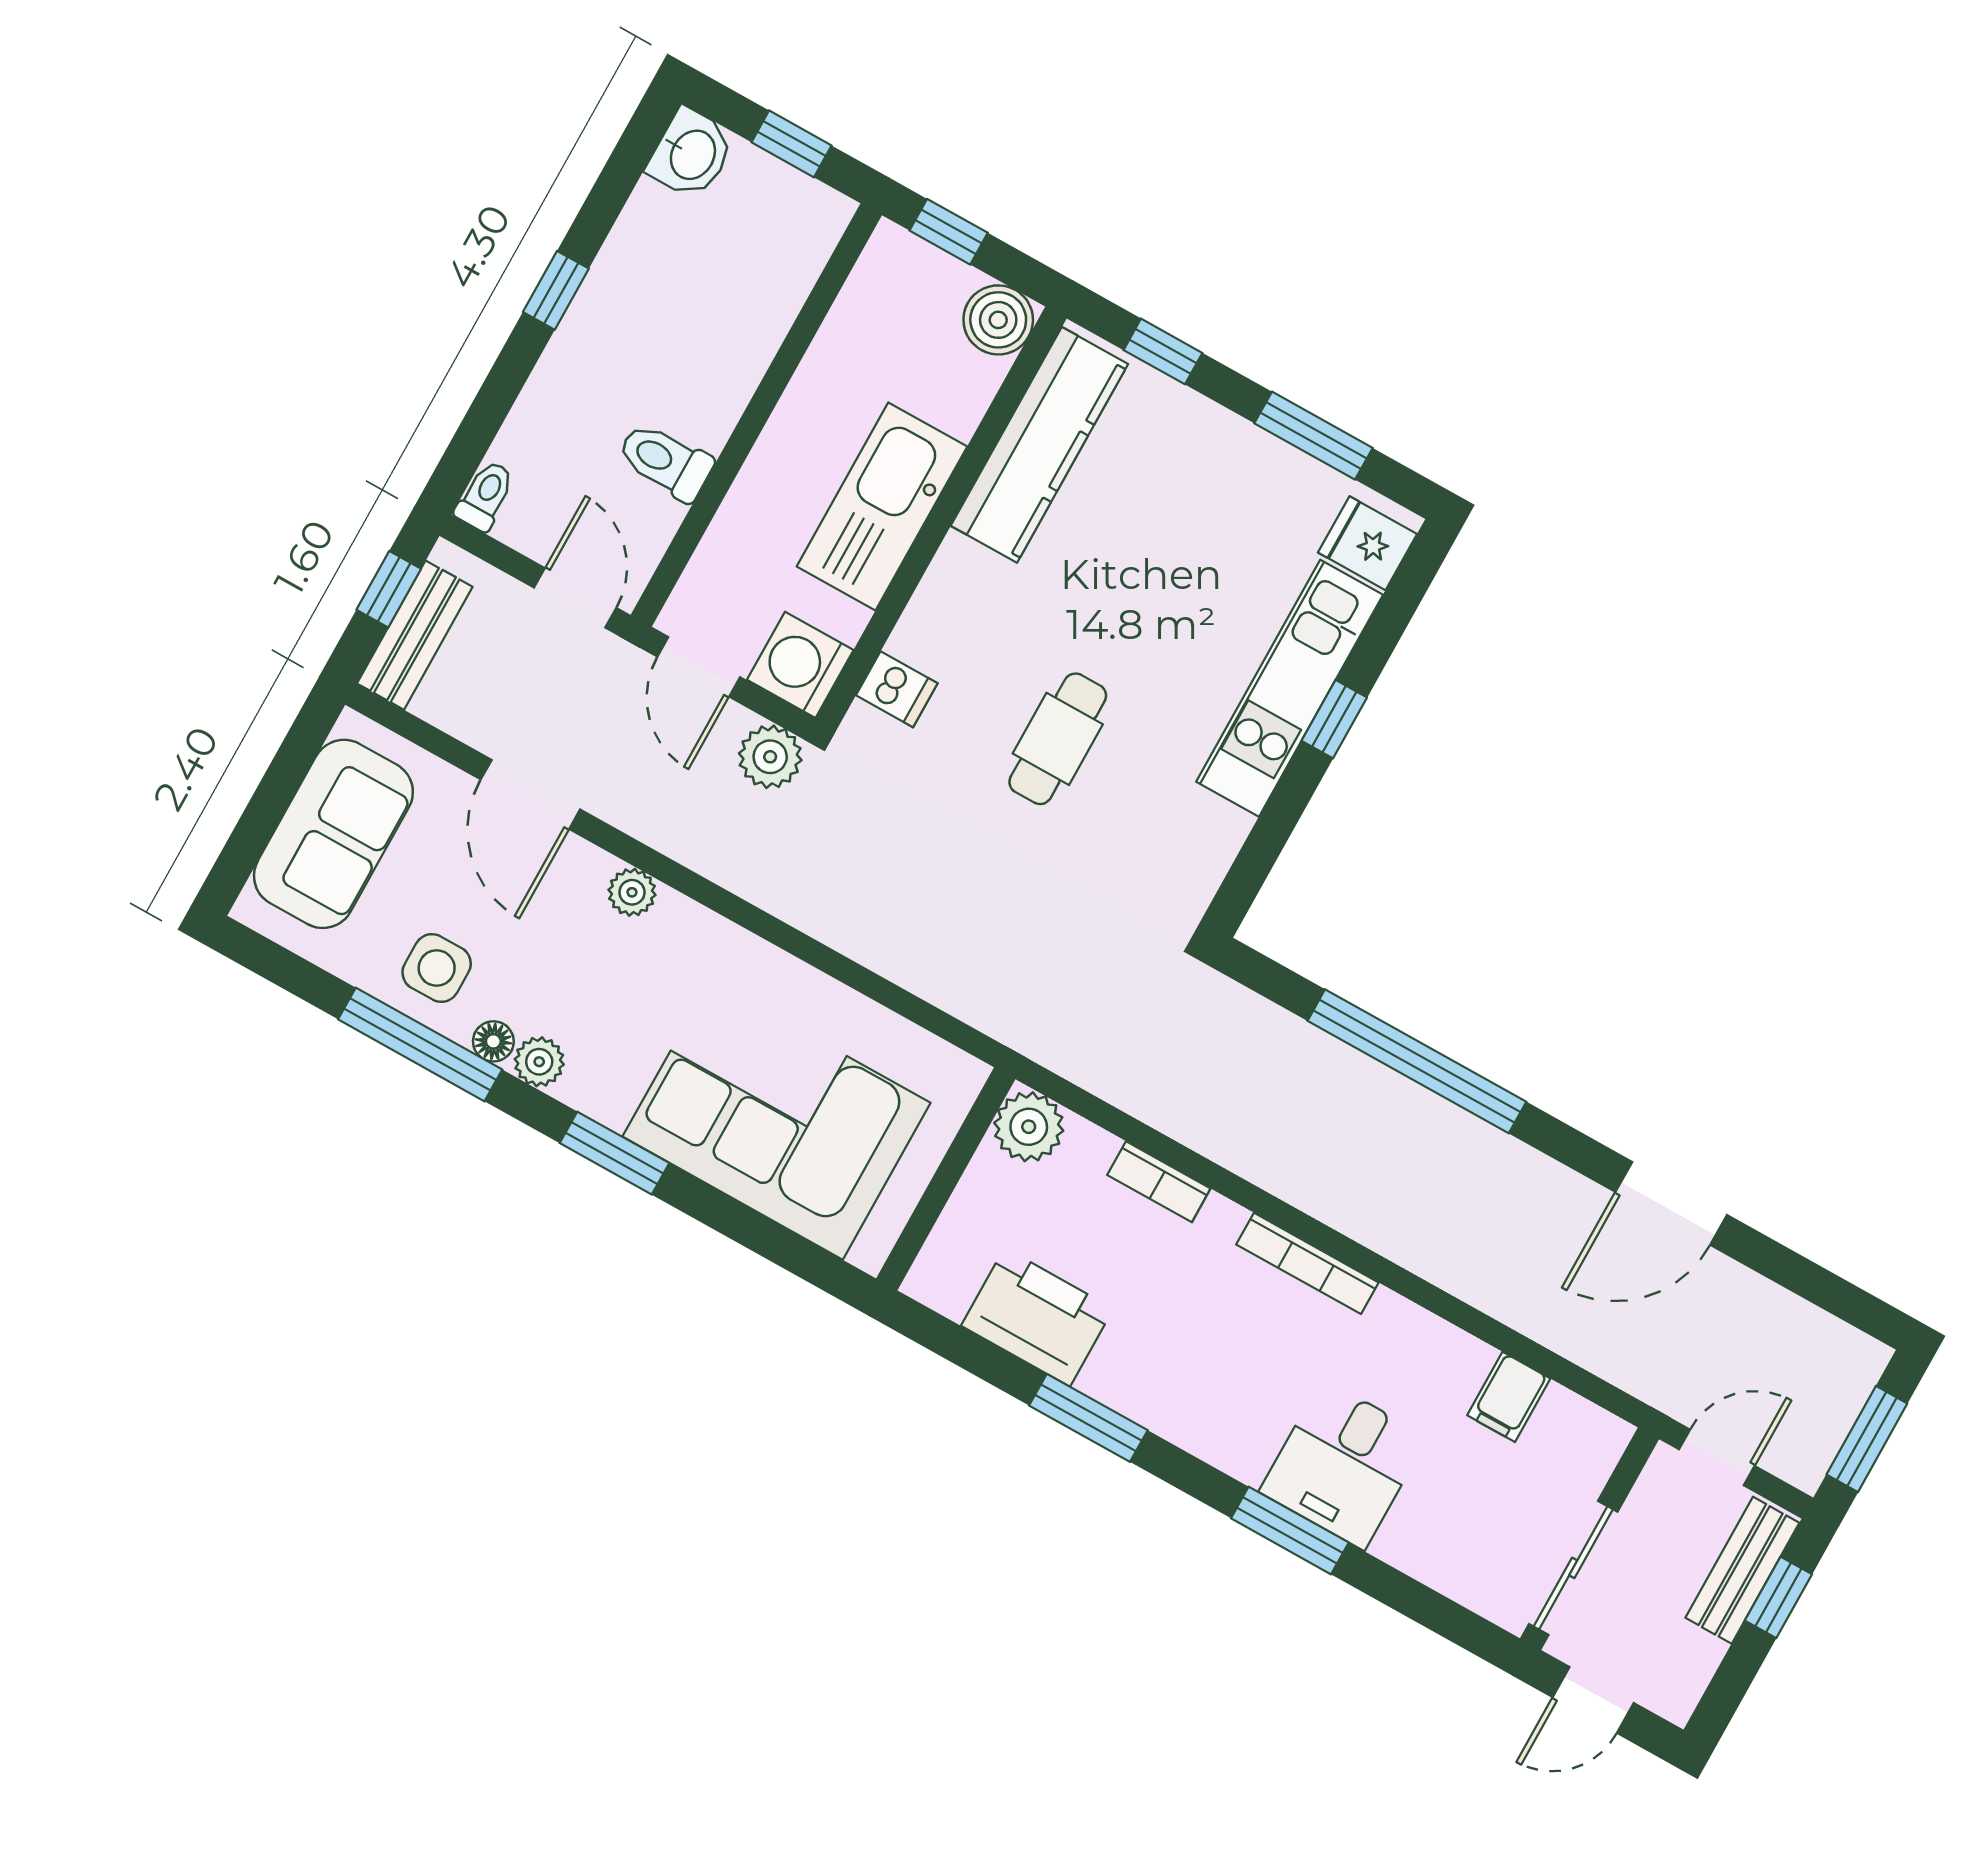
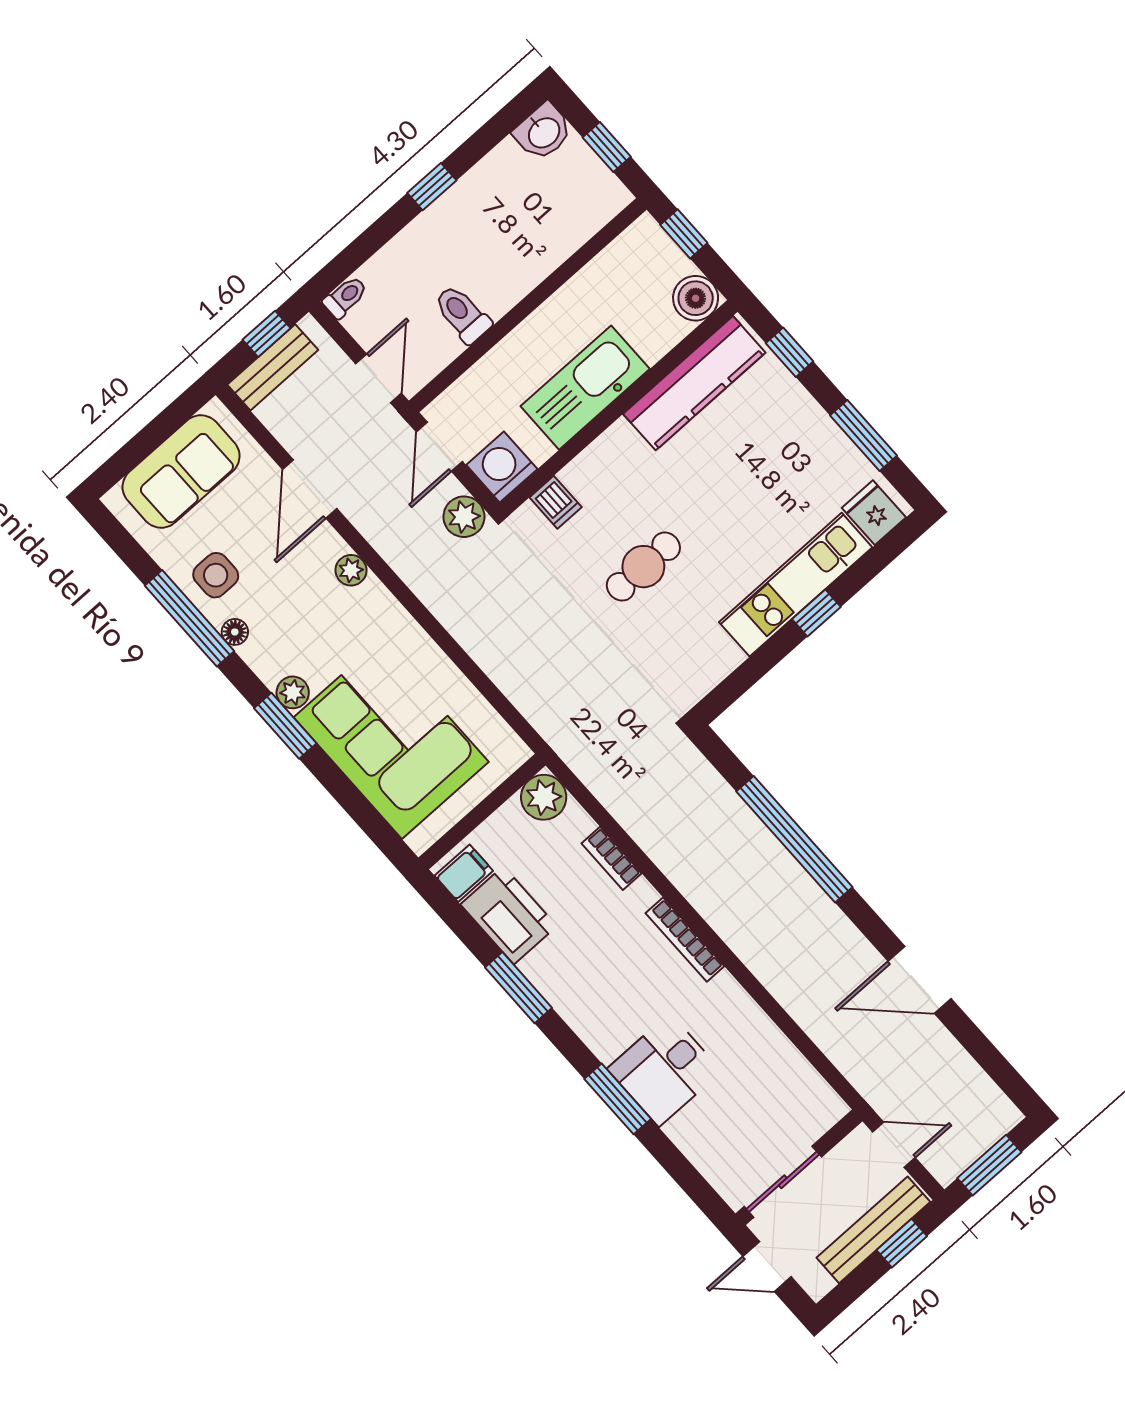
plant: (539, 1062) -> (293, 692), moved
filing cabinet: (1509, 1397) -> (464, 873), moved, turned 180
bench: (1742, 1570) -> (873, 1230), width x1.36

